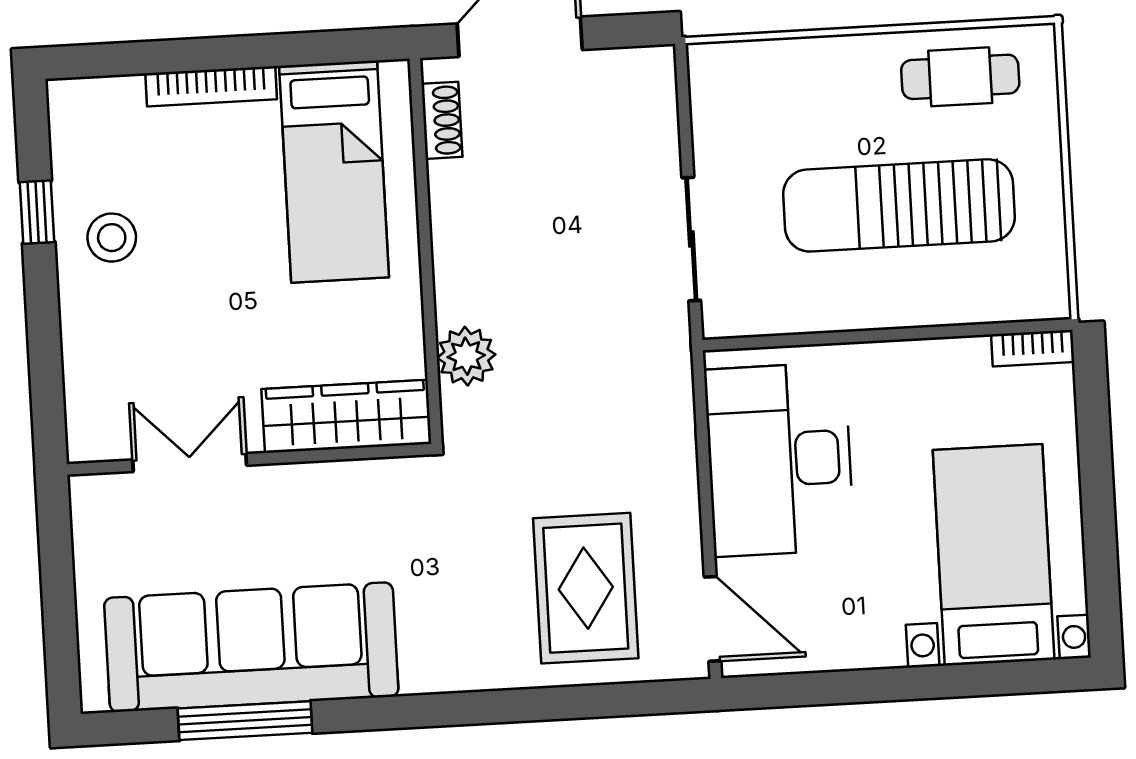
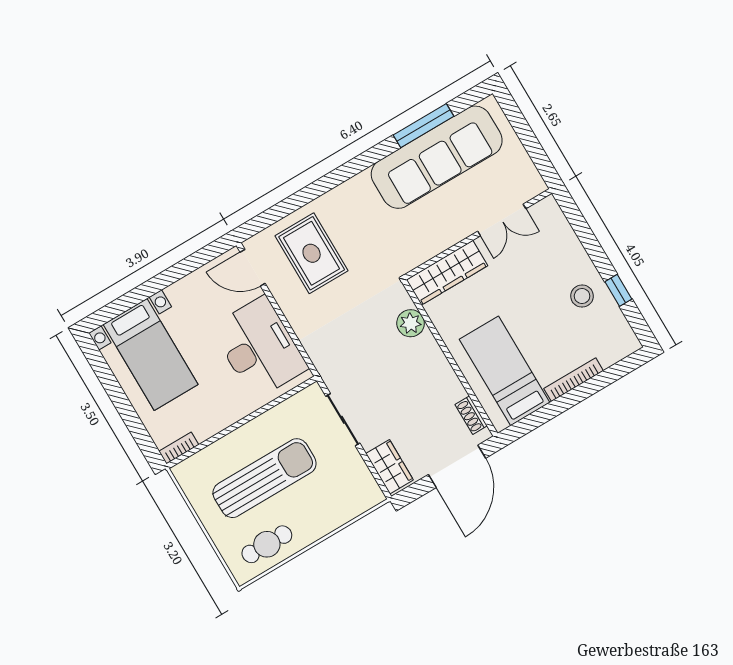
wardrobe: (649, 103) -> (390, 467), added

